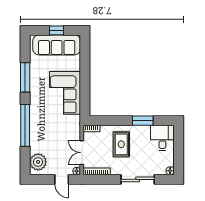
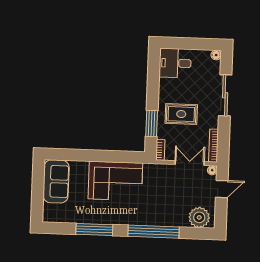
window: (57, 30) -> (38, 189), removed
sofa: (57, 45) -> (56, 181), width x0.73
window: (143, 121) -> (152, 124), moved
double door: (82, 153) -> (190, 163), swing flipped

